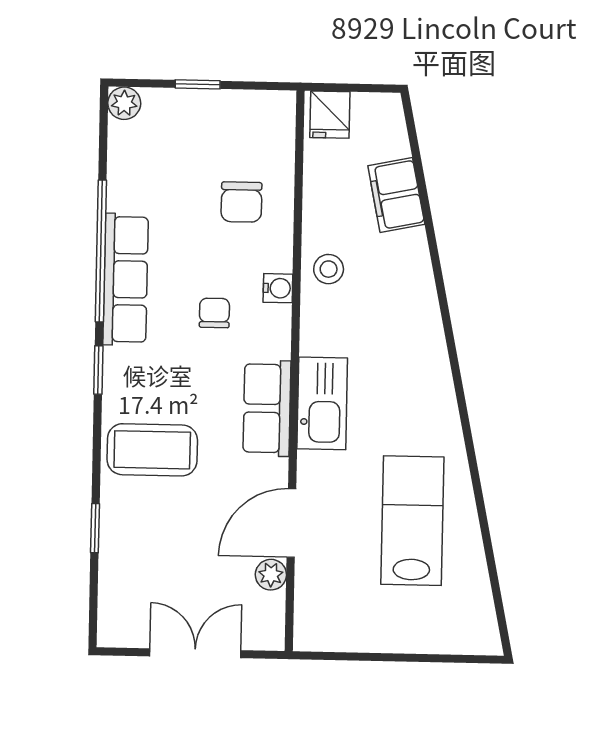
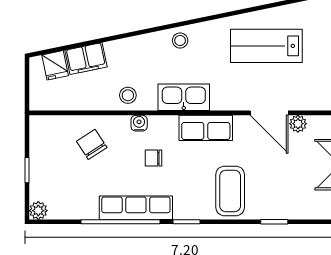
fridge: (330, 115) -> (55, 65), moved, turned 78
chair: (241, 202) -> (92, 144), turned -123
stool: (425, 365) -> (180, 41), added
kitchen sink: (322, 403) -> (184, 97), moved

